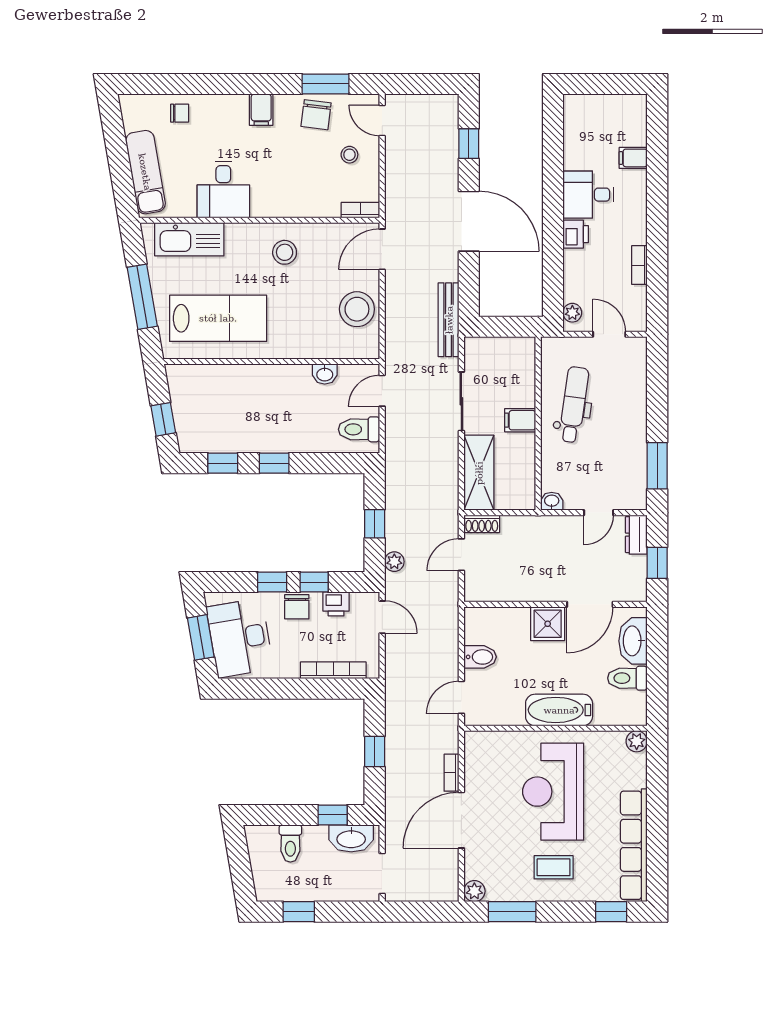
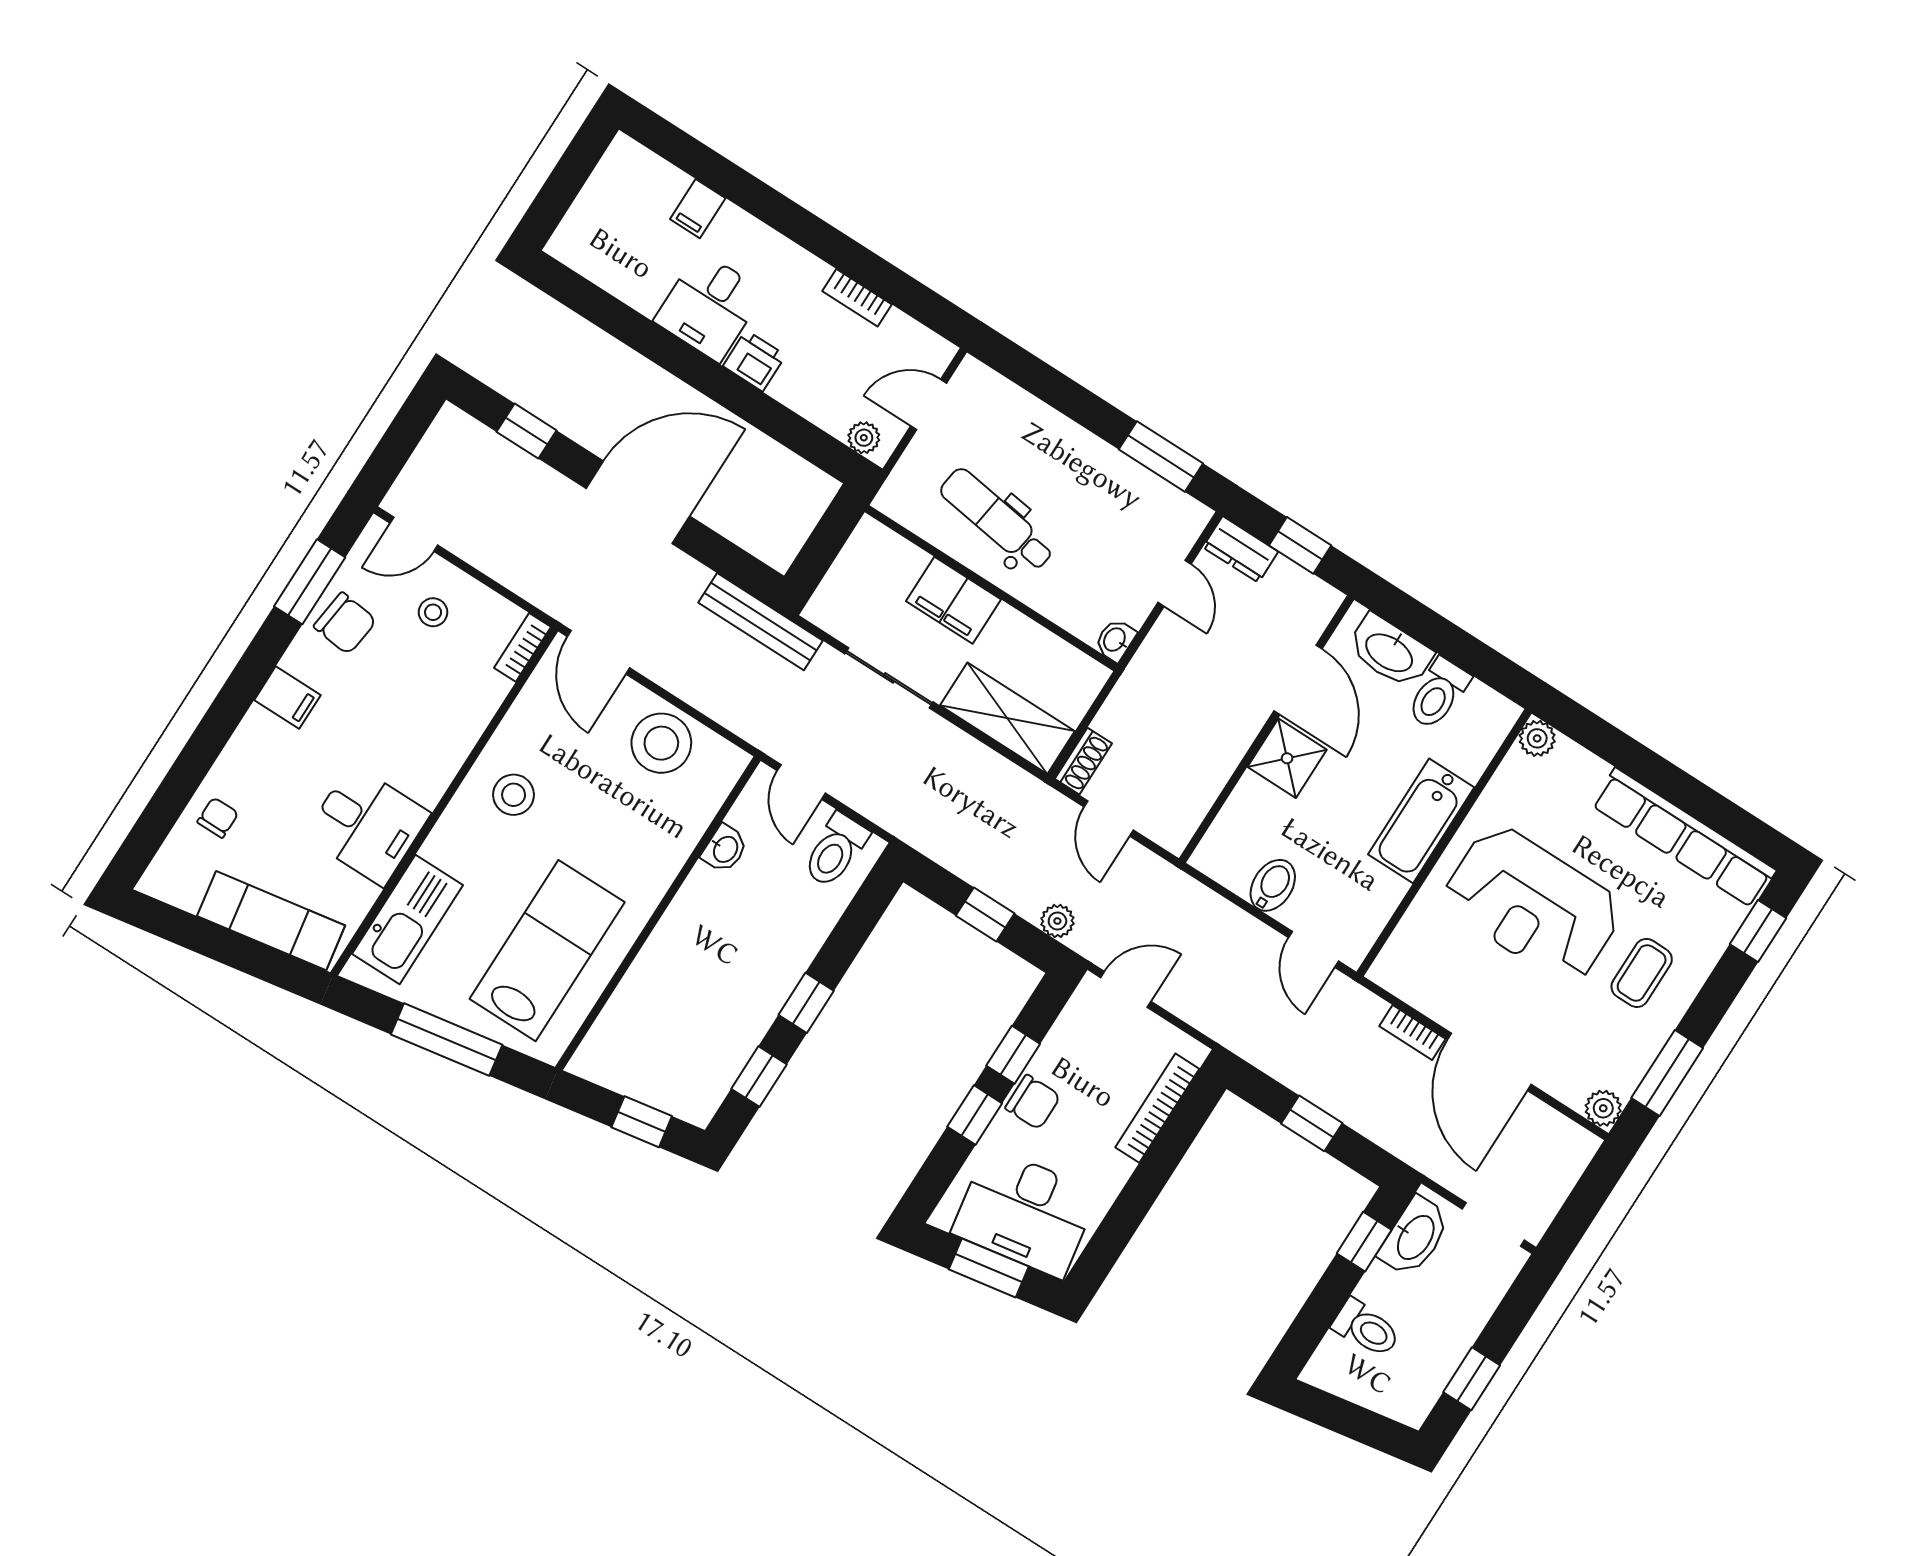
filing cabinet: (520, 420) -> (953, 600), width x2.00
printer: (336, 604) -> (1065, 1043), removed

